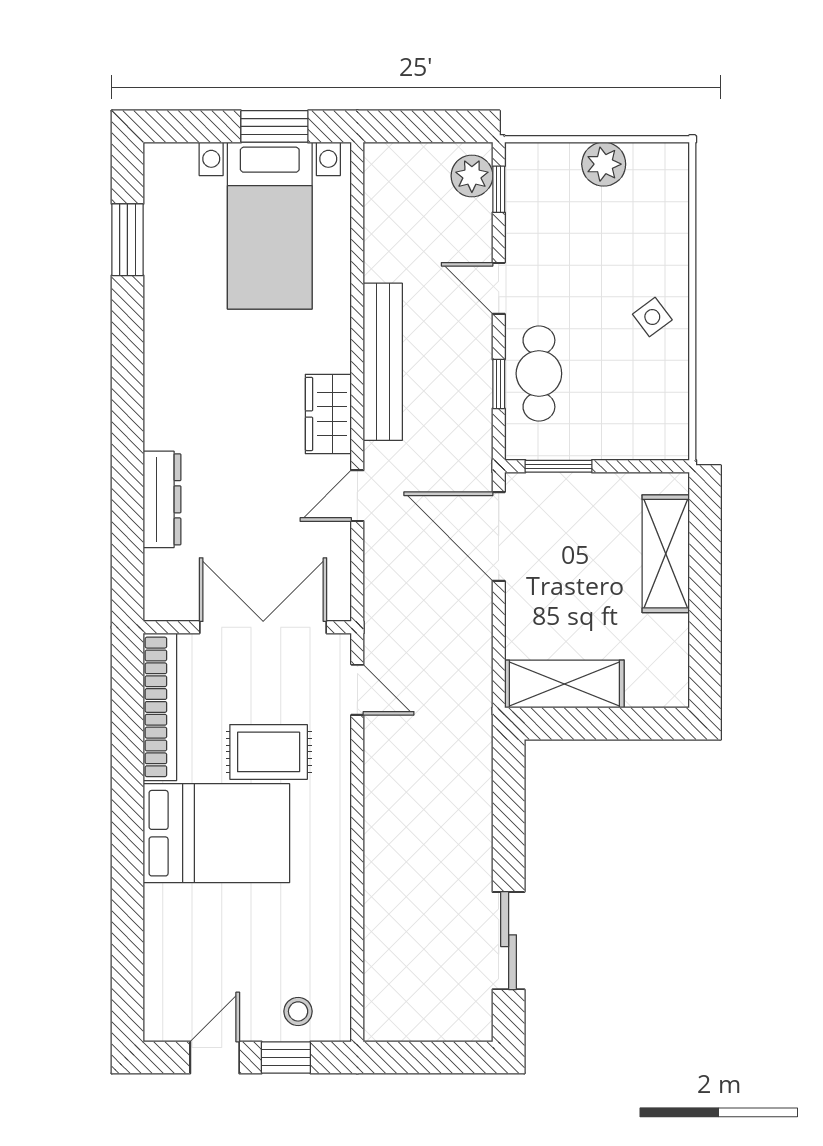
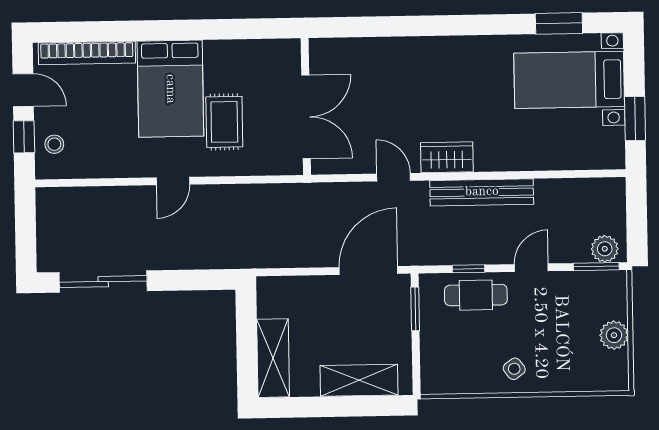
window: (499, 189) -> (596, 267), width x1.50
bed with nightstands: (270, 226) -> (569, 80), moved
dresser: (162, 499) -> (389, 49), removed
shelving: (564, 684) -> (273, 358), moved
door: (357, 690) -> (173, 181), moved
bookcase: (160, 707) -> (87, 53), moved
sliding door: (509, 941) -> (103, 282), width x1.37

